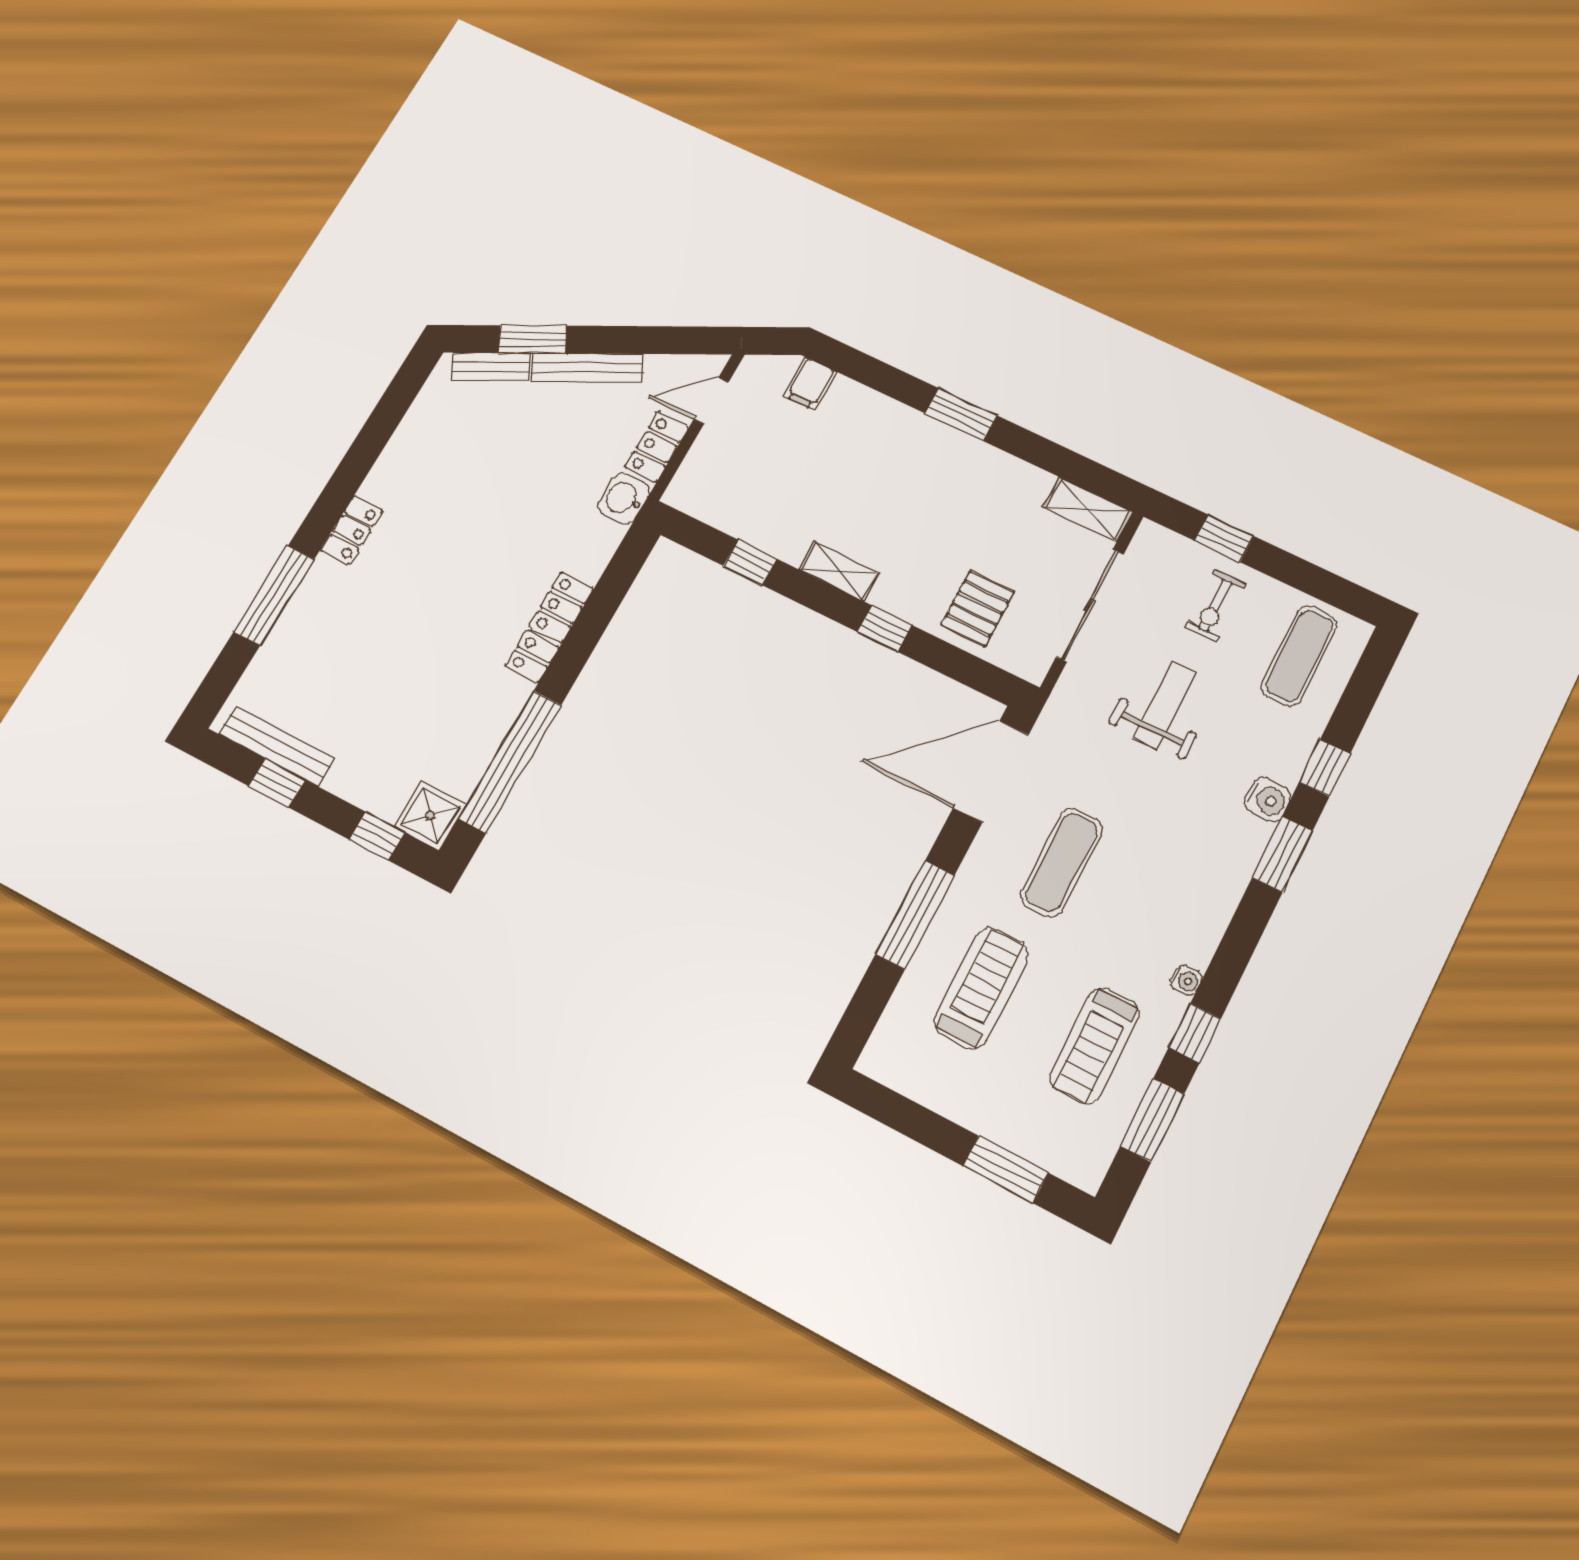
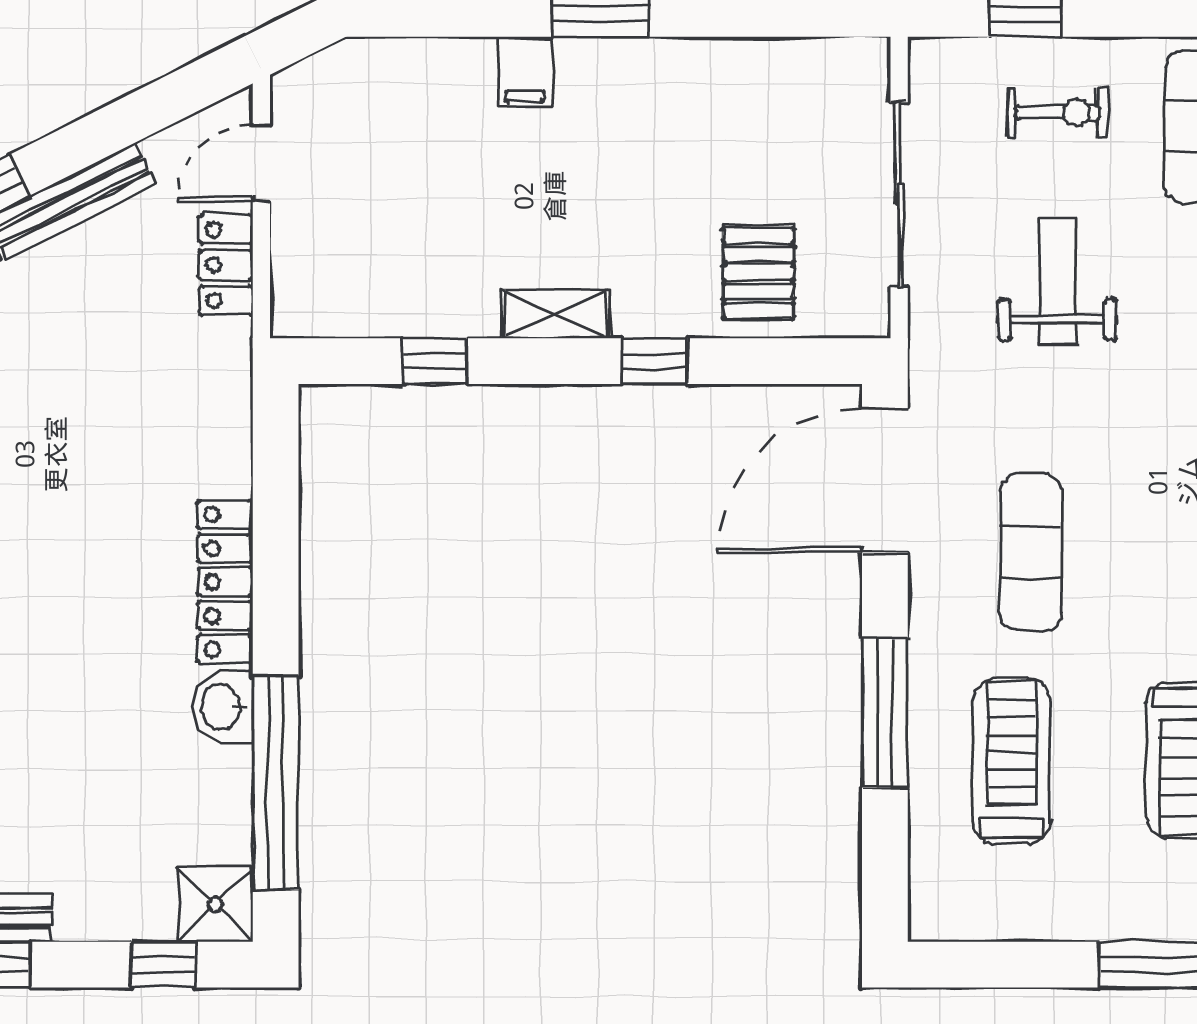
filing cabinet: (810, 384) -> (525, 72), moved
washbasin: (624, 499) -> (222, 707), moved
shelving: (1088, 509) -> (832, 63), removed
exercise bike: (1215, 605) -> (1058, 112), turned -90

